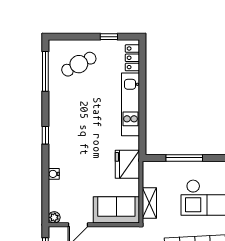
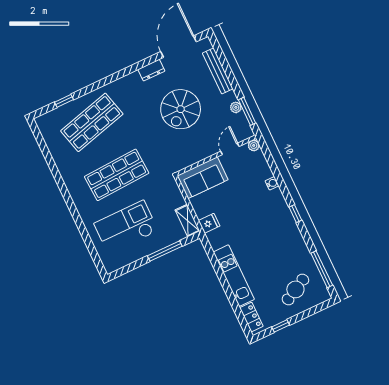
fridge: (127, 164) -> (209, 223), width x0.53, depth x0.75
shelving: (149, 203) -> (188, 221), moved

